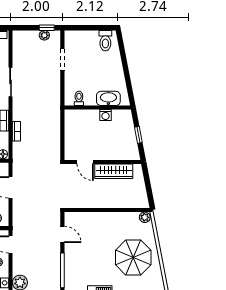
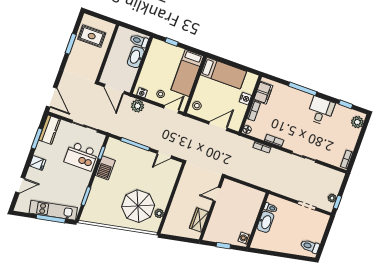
washbasin: (108, 98) -> (265, 222), moved
washing machine: (106, 115) -> (244, 238), moved
wardrobe: (114, 171) -> (199, 220), width x0.67
plant: (145, 217) -> (159, 213), moved
parasol: (133, 258) -> (138, 206), moved

